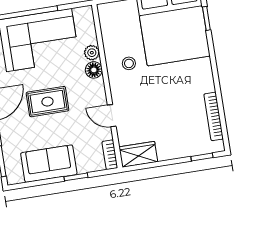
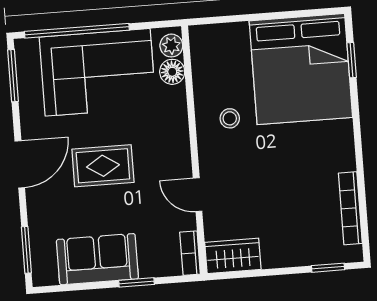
plant: (92, 53) -> (171, 46), moved
floor lamp: (94, 70) -> (172, 72), moved

